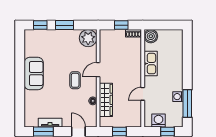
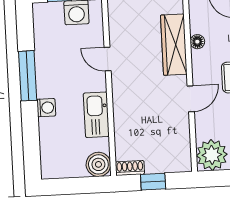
door: (143, 94) -> (108, 59), swing flipped
washing machine: (178, 97) -> (46, 108), moved
window: (187, 104) -> (28, 76), moved

